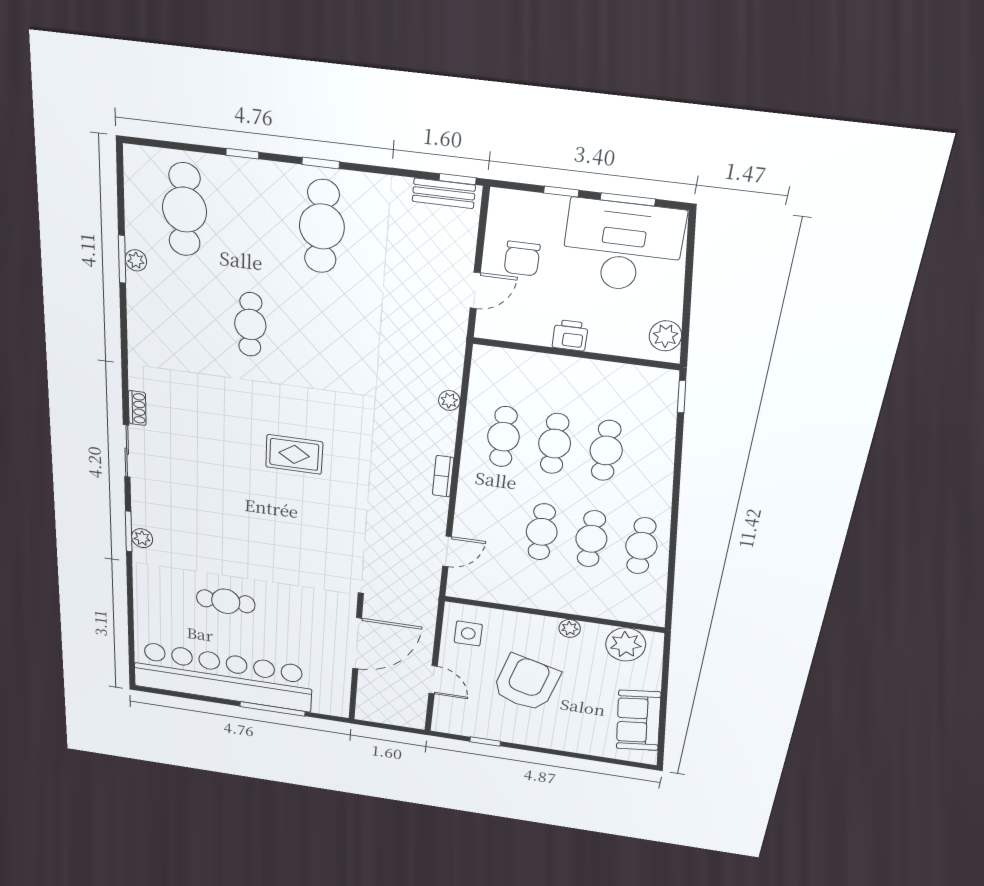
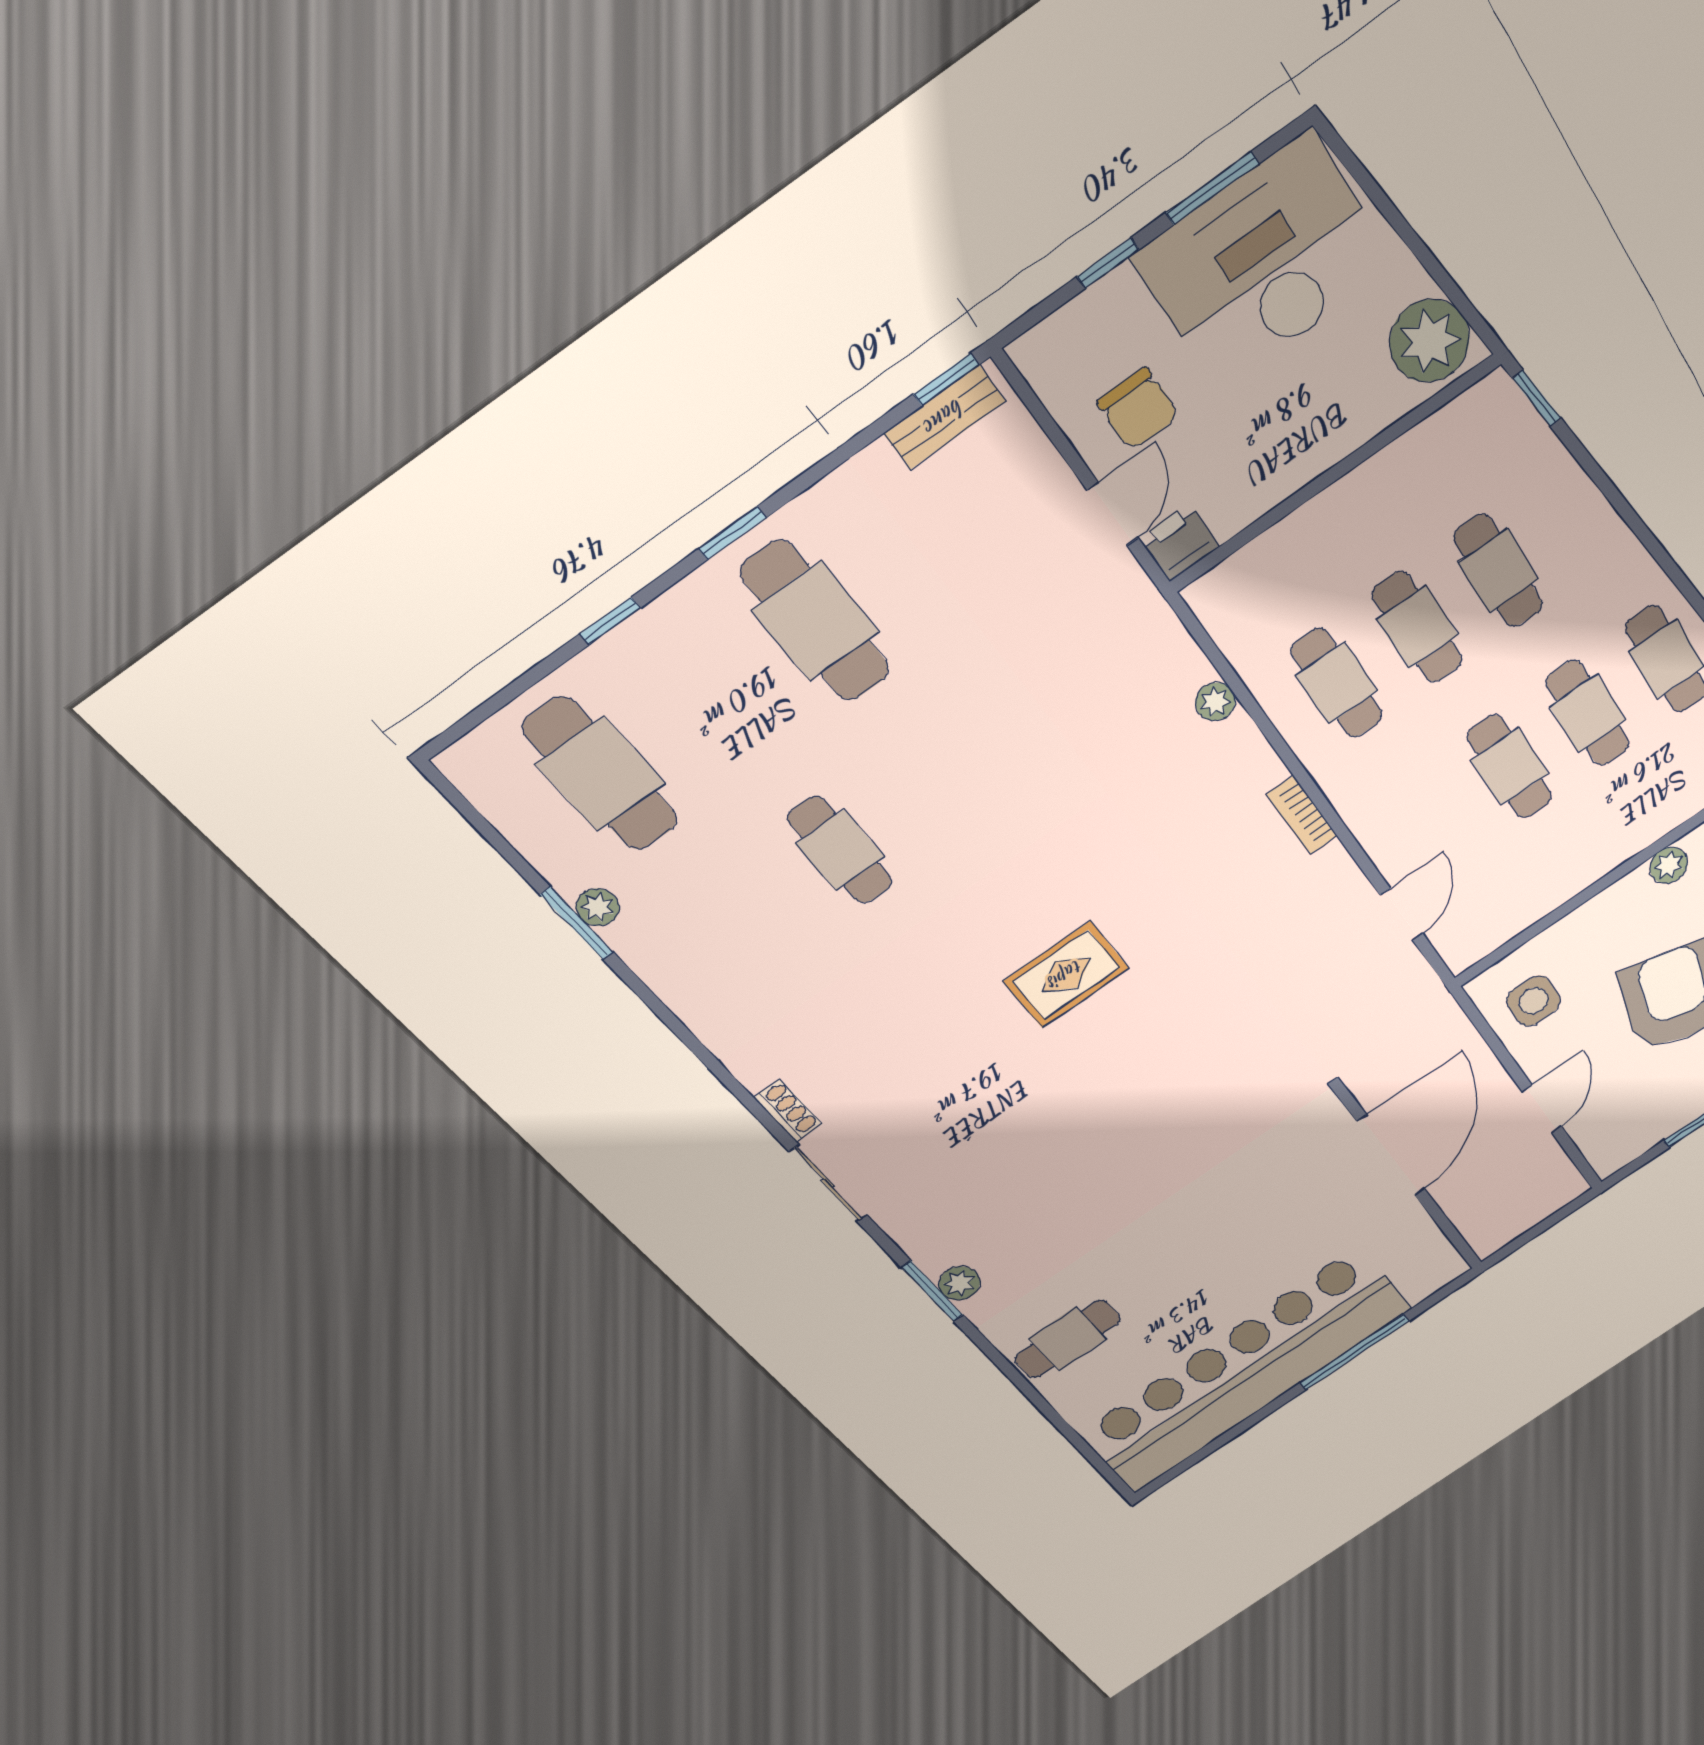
printer: (570, 335) -> (1179, 543), moved
plant: (665, 336) -> (1430, 341), width x1.36, depth x1.36
cafe table: (226, 601) -> (1068, 1339), moved
door: (433, 680) -> (1542, 1109), hinge flipped

